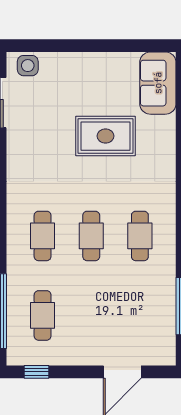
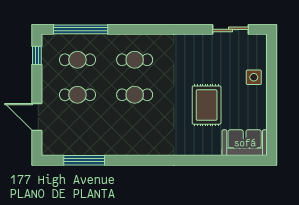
side table: (28, 66) -> (254, 77), moved
cafe table: (140, 236) -> (77, 95), moved

